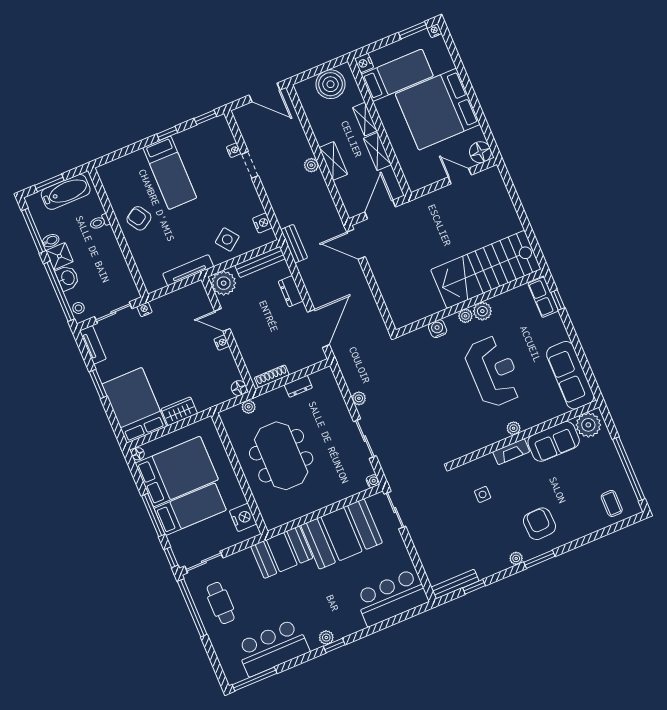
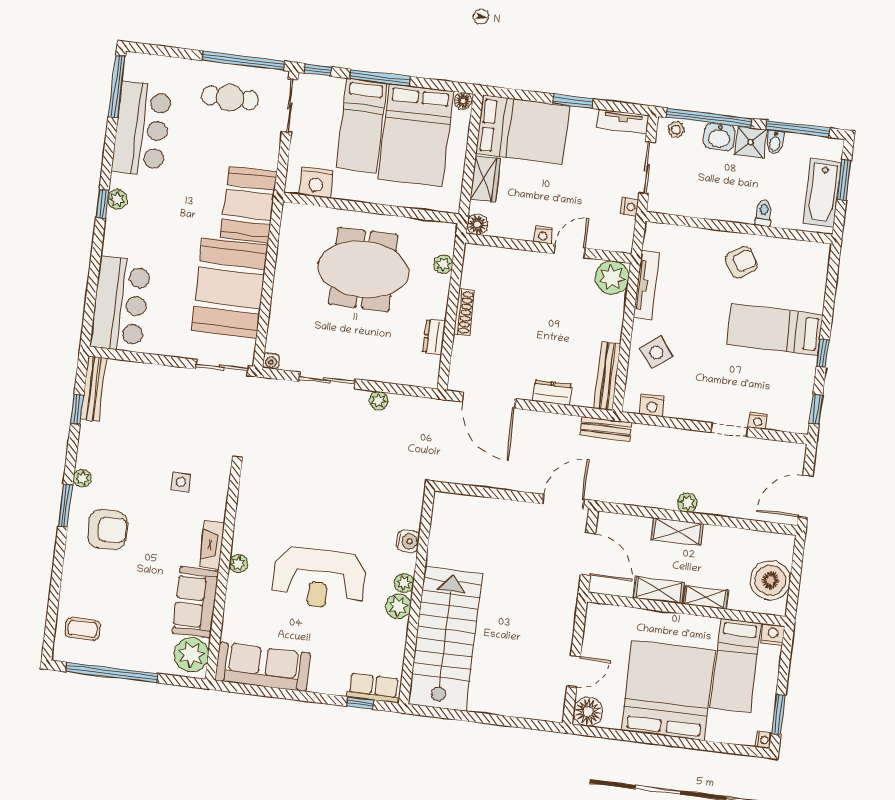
plant: (224, 283) -> (612, 278), moved
door: (222, 320) -> (570, 251), moved
wall: (228, 334) -> (548, 248), moved
nightstand: (222, 343) -> (543, 235), moved
floor lamp: (239, 388) -> (477, 225), moved

